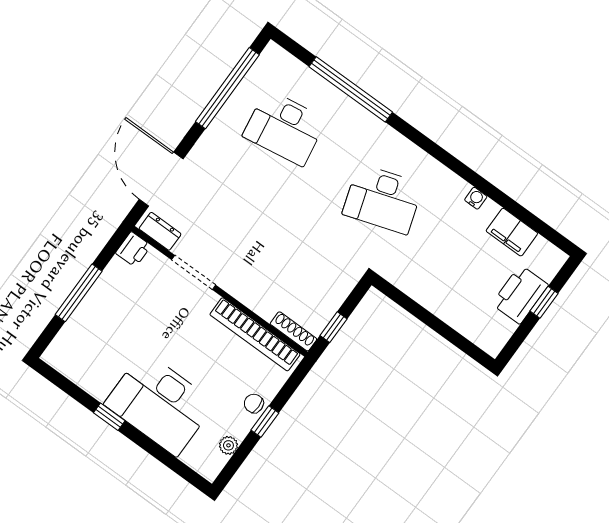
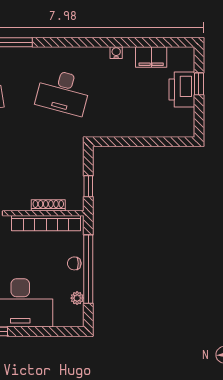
desk: (383, 199) -> (63, 92), turned 33
shoe rack: (293, 331) -> (48, 205), moved
window: (265, 421) -> (88, 269), width x3.17

